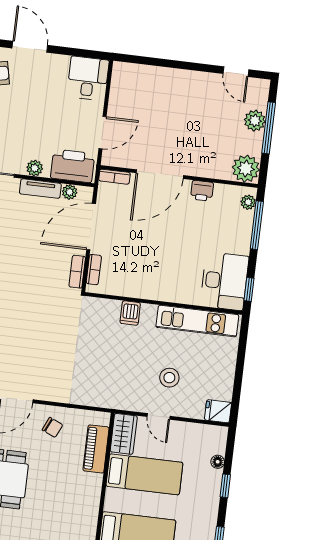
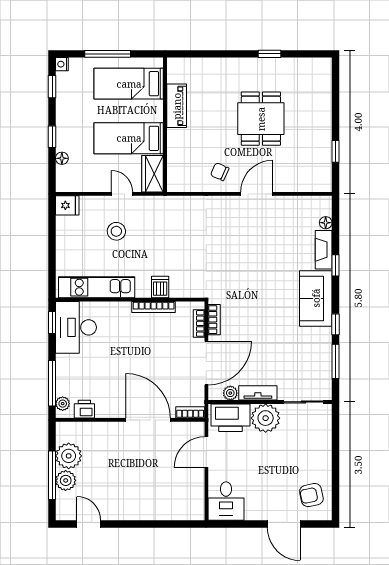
plant: (35, 168) -> (266, 418), width x1.88, depth x1.88
plant: (246, 169) -> (69, 456), moved
door: (160, 174) -> (148, 420), hinge flipped
printer: (202, 191) -> (84, 409), moved
bookcase: (140, 293) -> (154, 307), added
piano: (96, 449) -> (177, 106), moved

